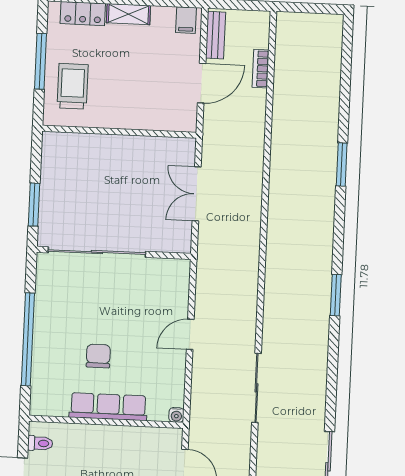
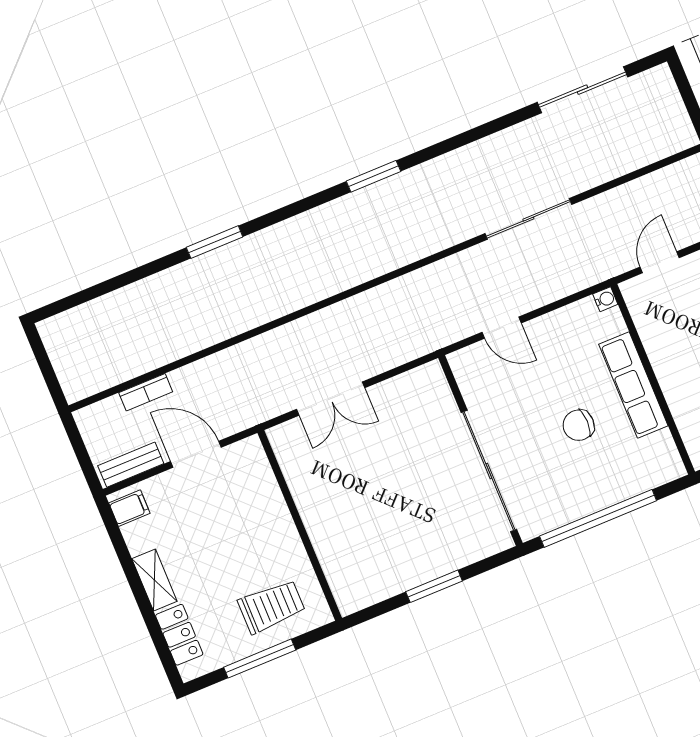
trolley: (73, 86) -> (272, 606), turned 180
sliding door: (97, 252) -> (489, 471), moved
wall: (114, 253) -> (480, 451), moved

